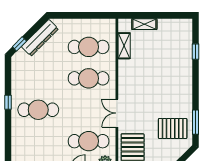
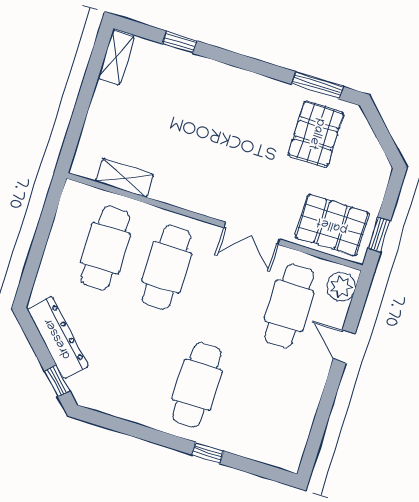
shelving: (144, 24) -> (116, 57), moved
window: (8, 102) -> (208, 453), moved

